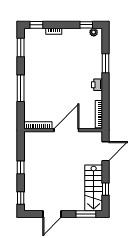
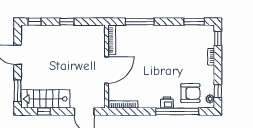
armchair: (88, 51) -> (190, 93), added
window: (105, 63) -> (177, 111), width x2.11
printer: (97, 85) -> (167, 102), moved
window: (21, 88) -> (140, 22), moved
door: (66, 130) -> (107, 70), hinge flipped

